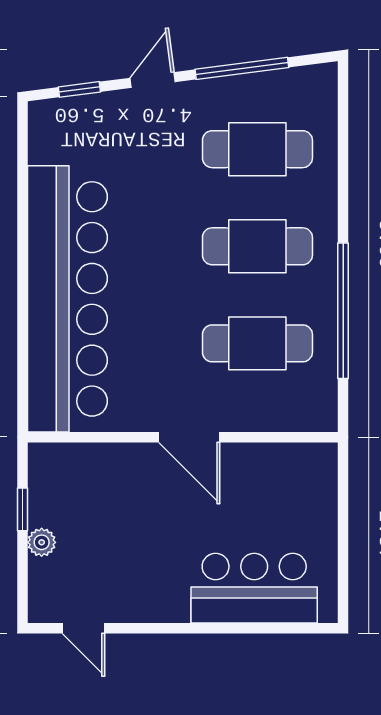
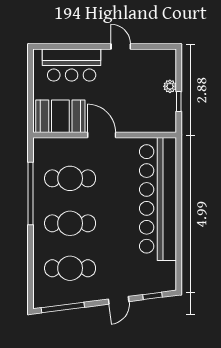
window: (242, 68) -> (63, 308), moved
booth: (278, 478) -> (60, 116), added
door: (83, 628) -> (121, 46), moved

